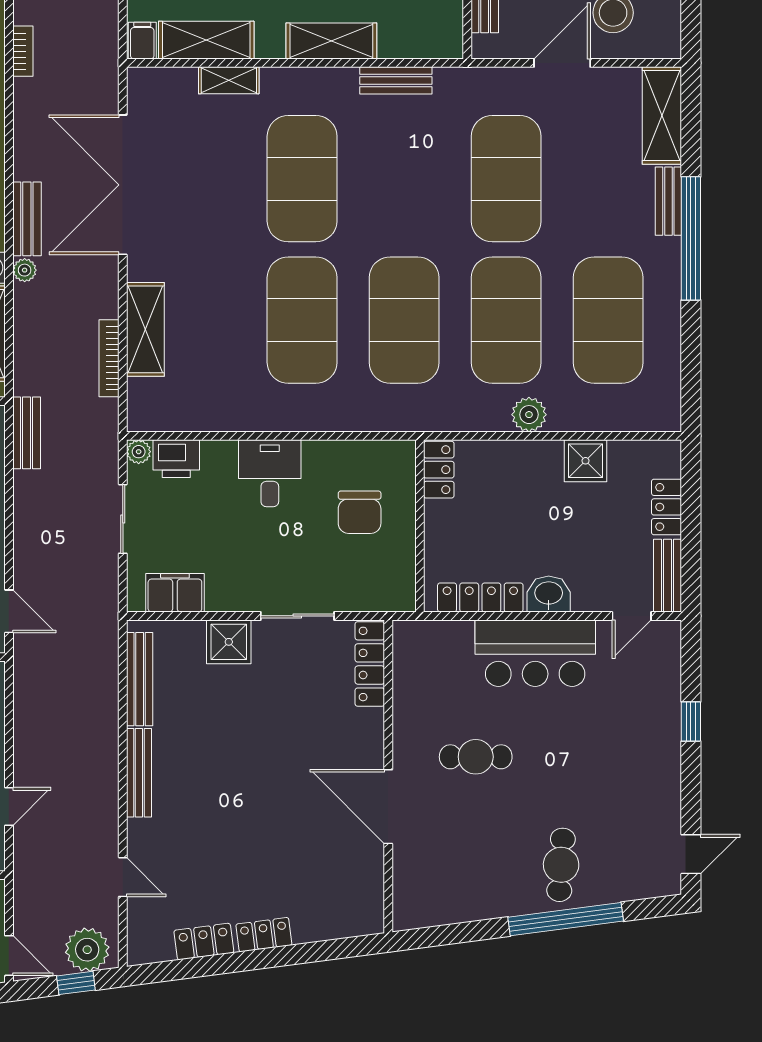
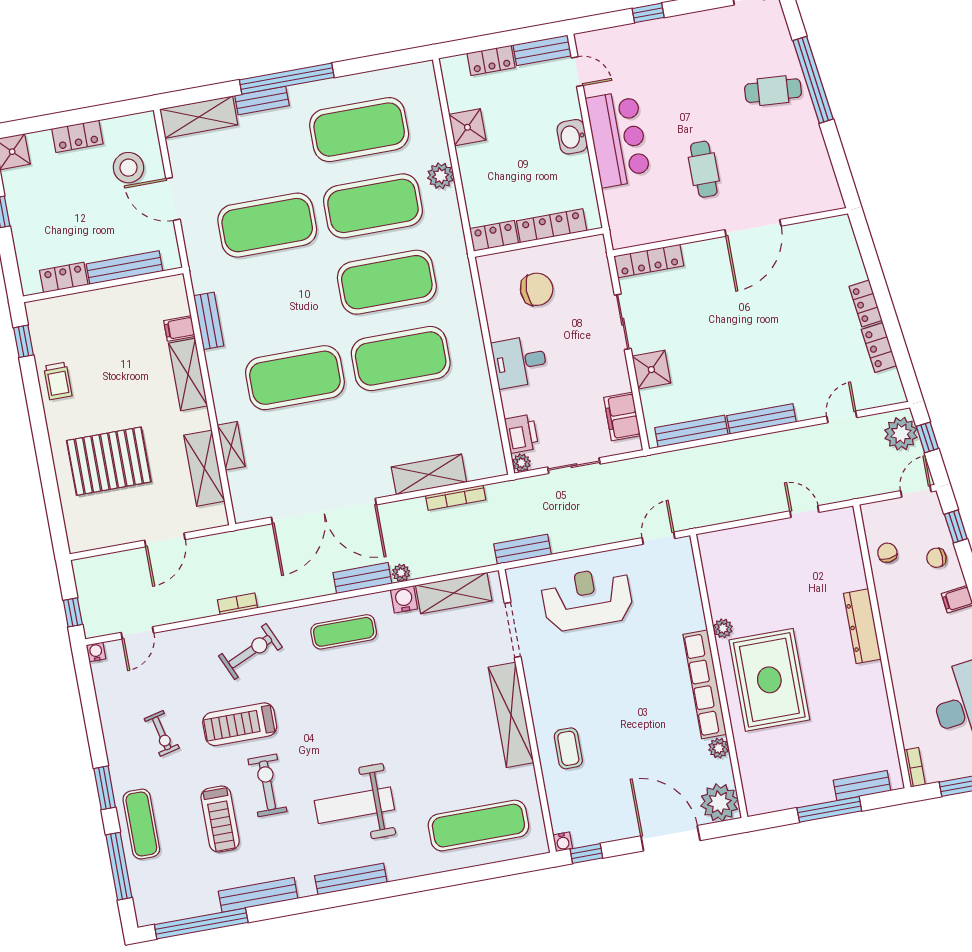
filing cabinet: (142, 41) -> (179, 328), moved
locker: (480, 597) -> (552, 226), moved, turned 90

